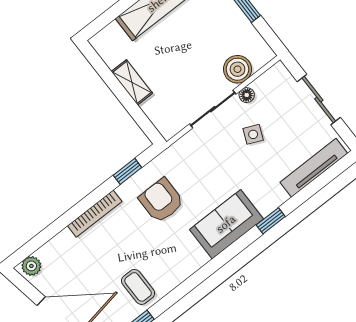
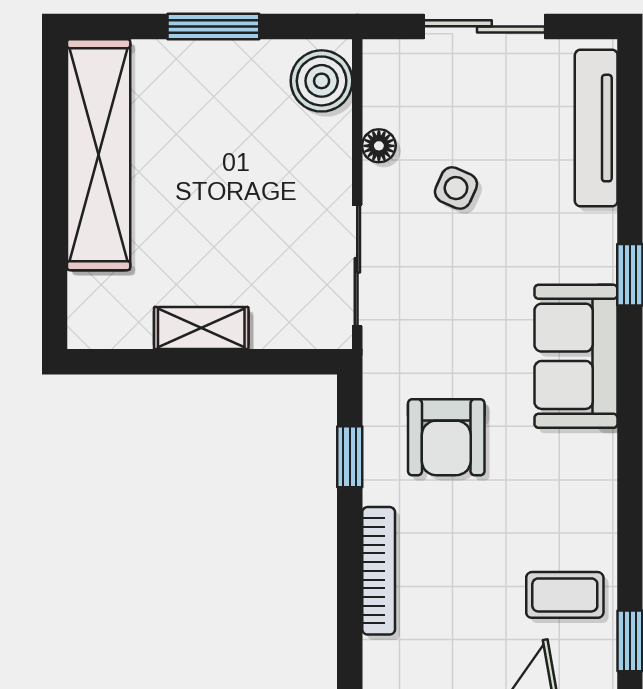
boiler: (237, 69) -> (322, 81), moved
sliding door: (213, 109) -> (357, 265), moved
armchair: (161, 200) -> (446, 437), turned -90

